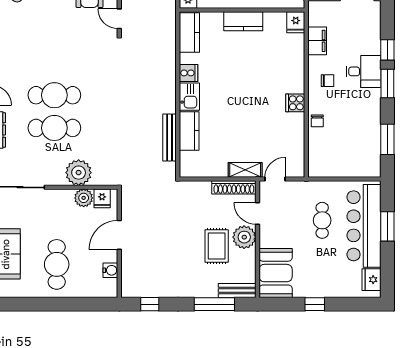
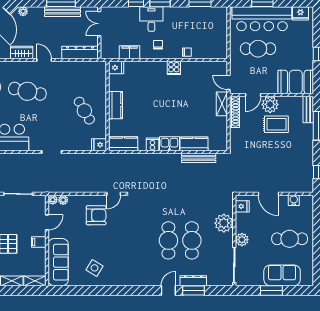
plant: (84, 198) -> (242, 240), moved
cafe table: (322, 220) -> (258, 49), width x1.37, depth x1.35

